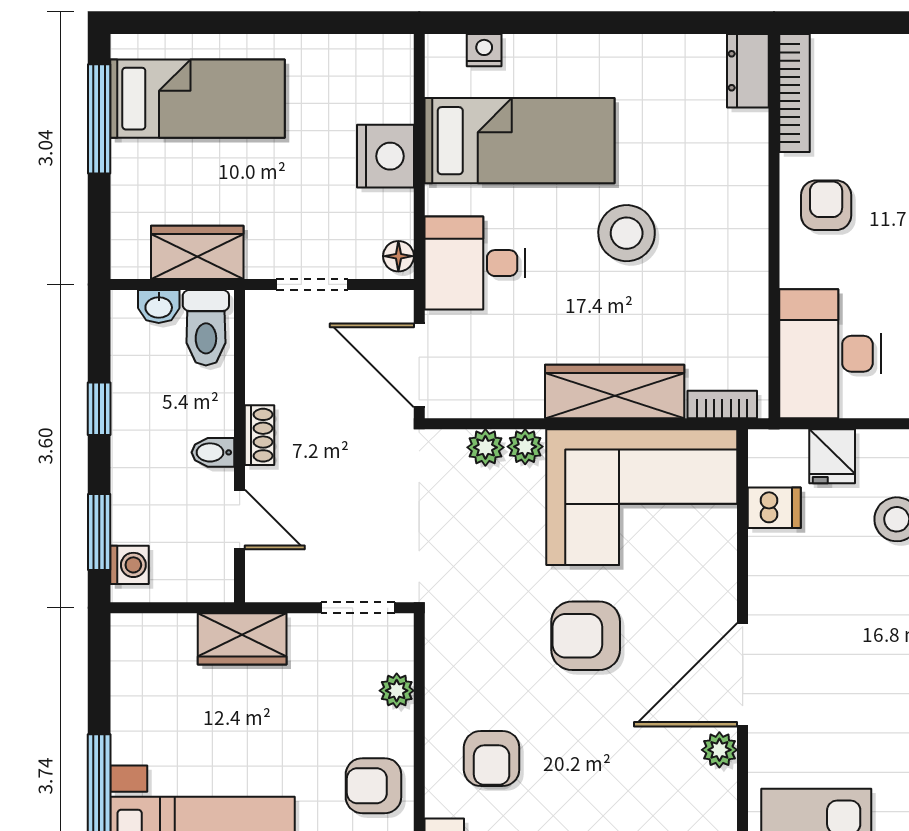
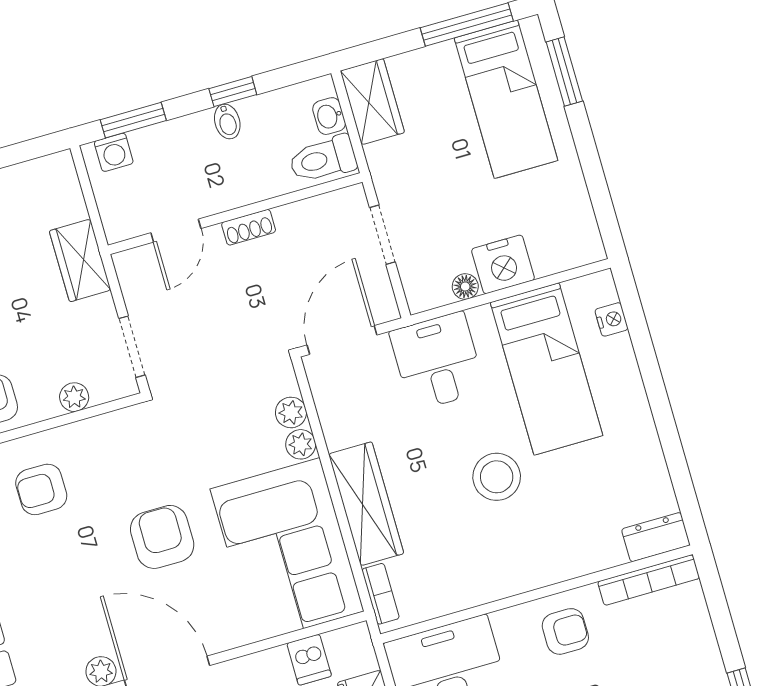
window: (185, 23) -> (564, 71), added
wardrobe: (197, 252) -> (372, 102), moved
floor lamp: (398, 256) -> (465, 287), moved
bidet: (213, 452) -> (227, 122), moved, turned 180

